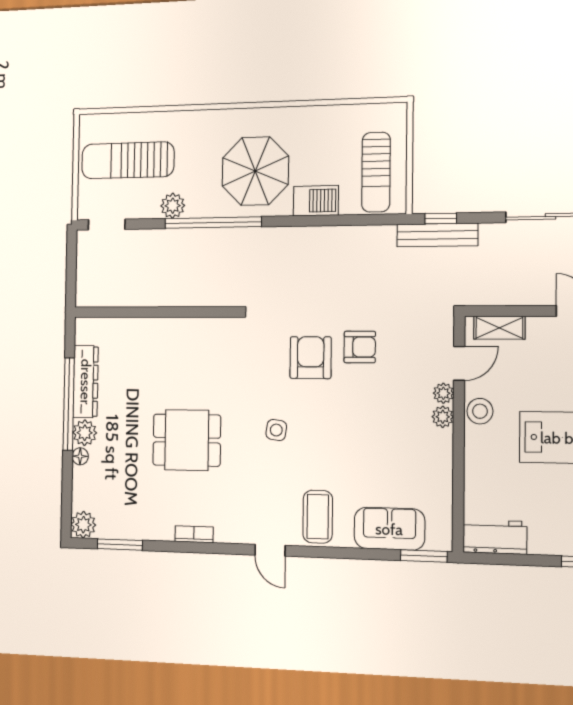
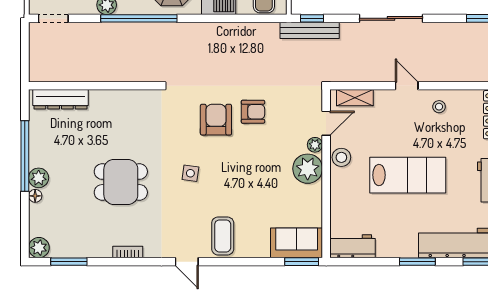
dresser: (86, 382) -> (60, 99), moved, turned 90
plant: (443, 417) -> (308, 169), width x1.87, depth x1.87
sofa: (389, 529) -> (297, 243), moved

